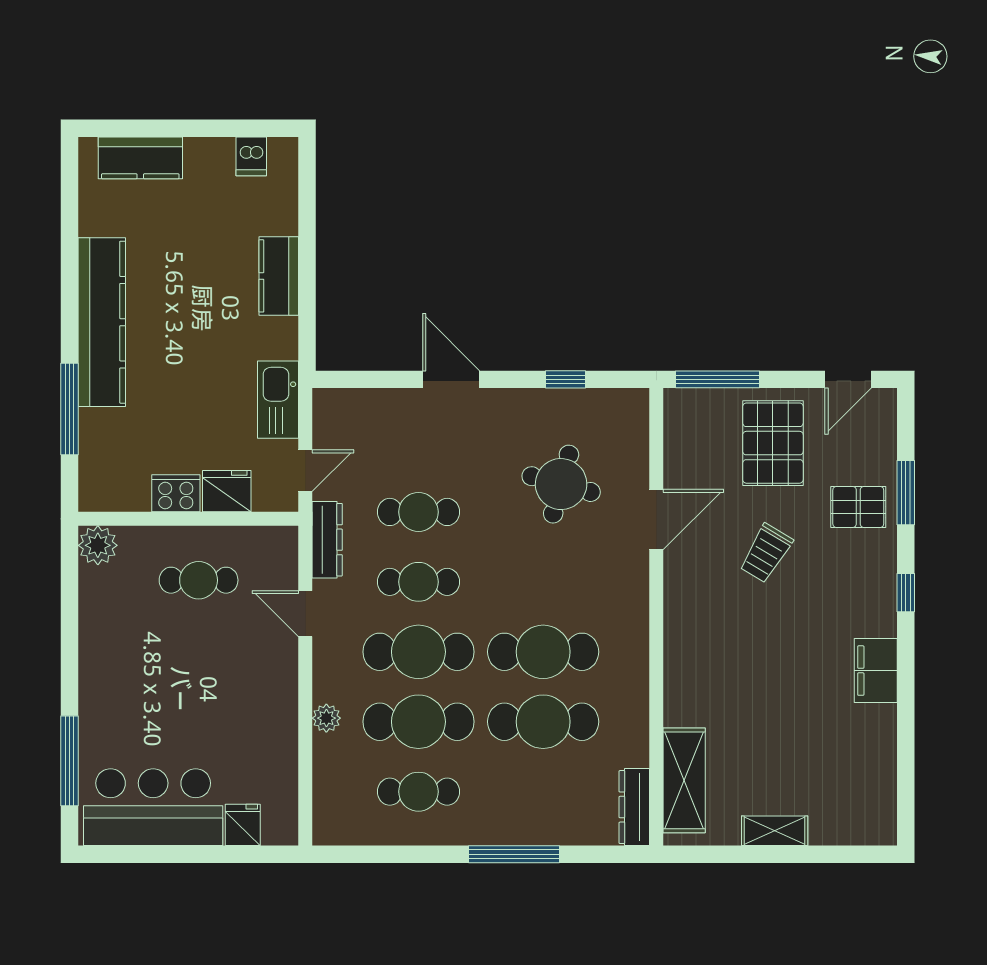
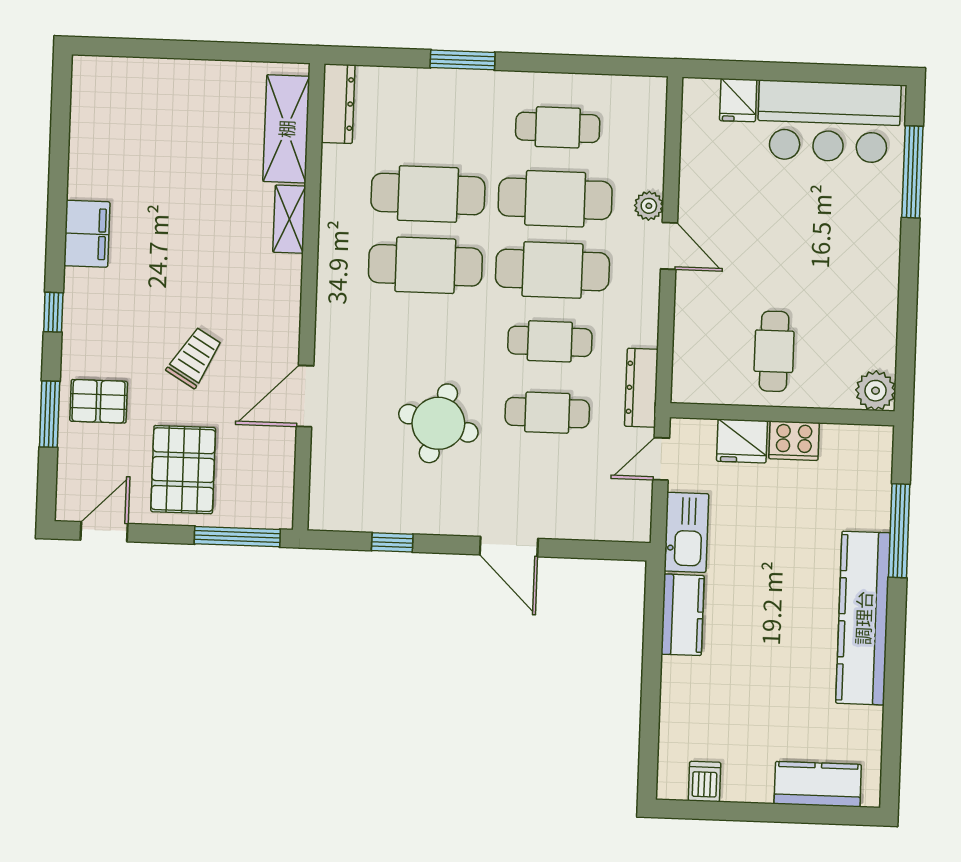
kitchen counter: (279, 276) -> (683, 615), moved
round table: (561, 484) -> (438, 423), moved
cafe table: (199, 580) -> (774, 351), turned 90
door: (305, 614) -> (669, 246), moved
shelving: (775, 831) -> (289, 219), moved, turned 90
window: (514, 854) -> (463, 60), width x0.69

